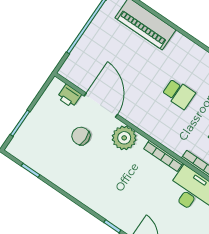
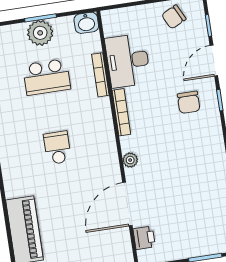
chair: (81, 136) -> (189, 102), moved
plant: (124, 138) -> (130, 160), width x0.53, depth x0.53

